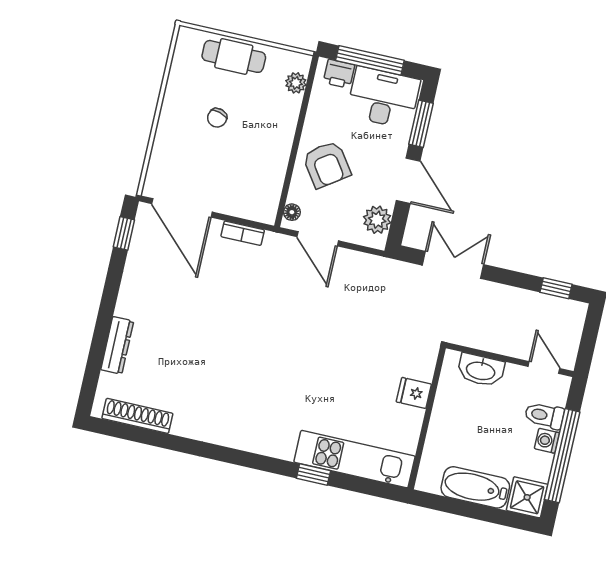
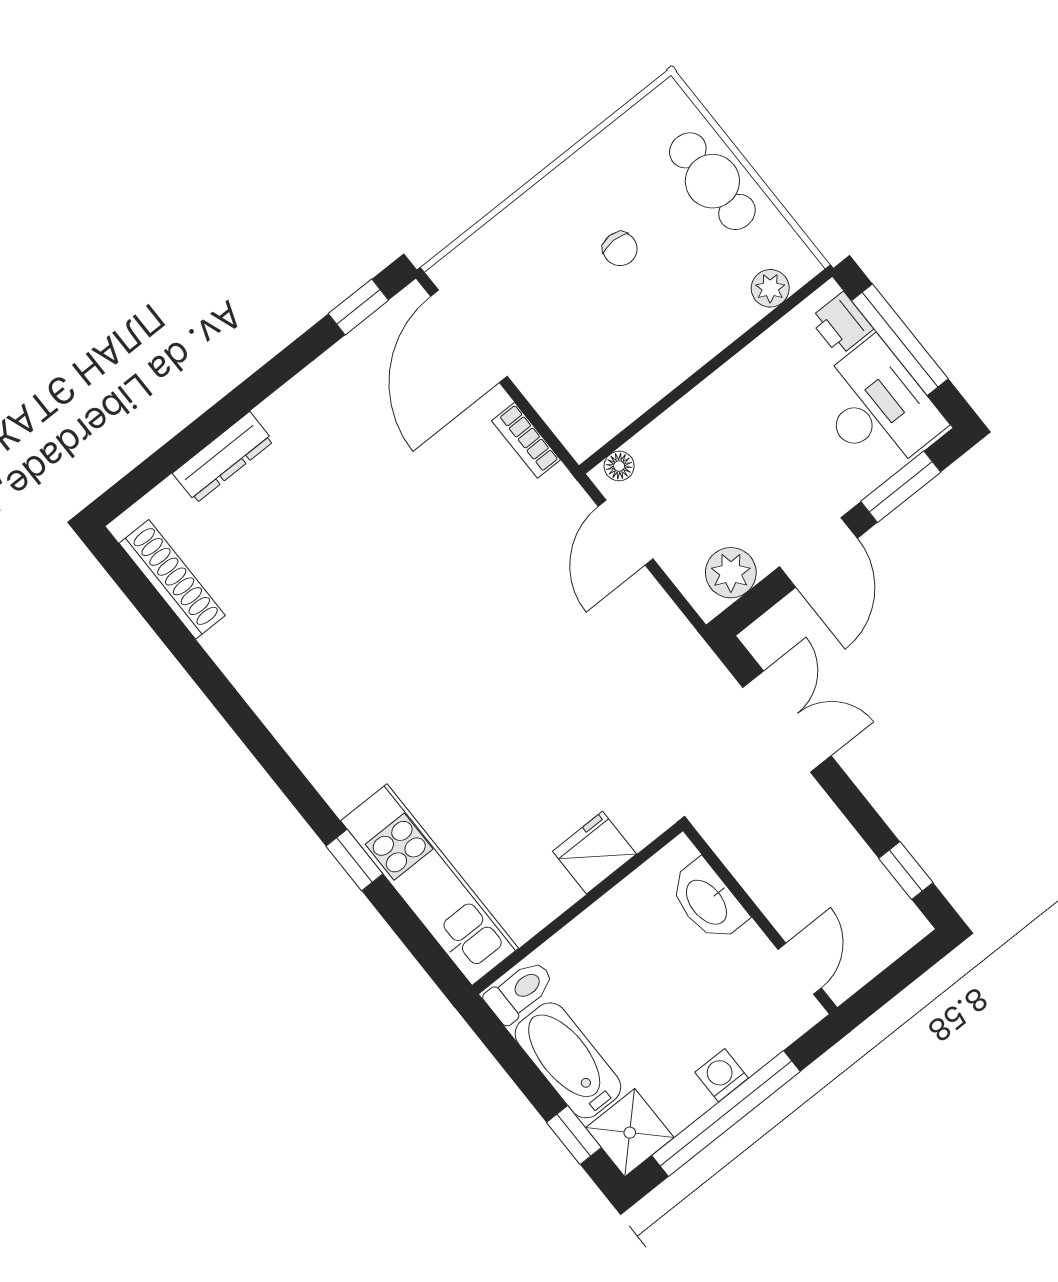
chair: (217, 118) -> (620, 249), turned -106
armchair: (327, 165) -> (722, 438), removed
fridge: (414, 393) -> (595, 853), width x1.38
toilet: (544, 415) -> (520, 991), moved, turned 90
window: (504, 518) -> (574, 1135), added

